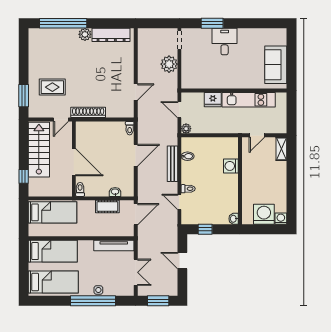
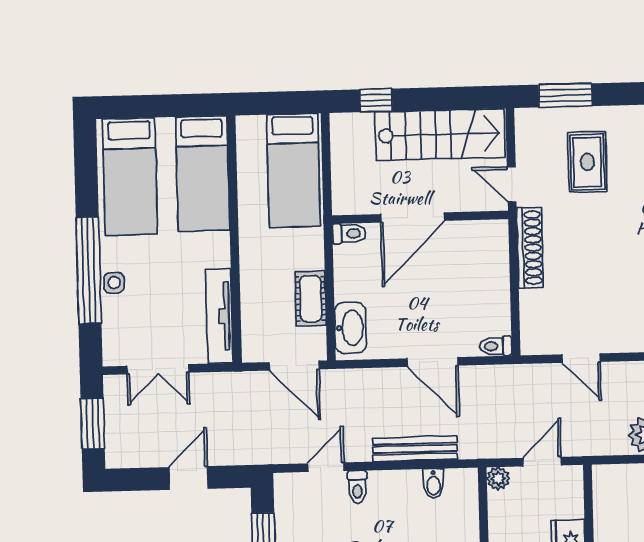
washbasin: (115, 192) -> (350, 328), width x1.91, depth x1.45

